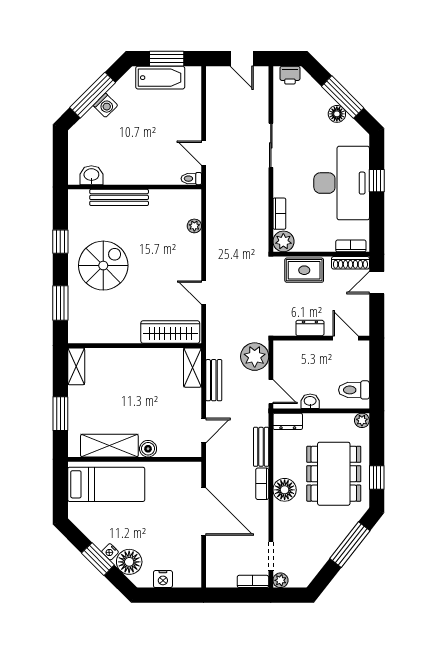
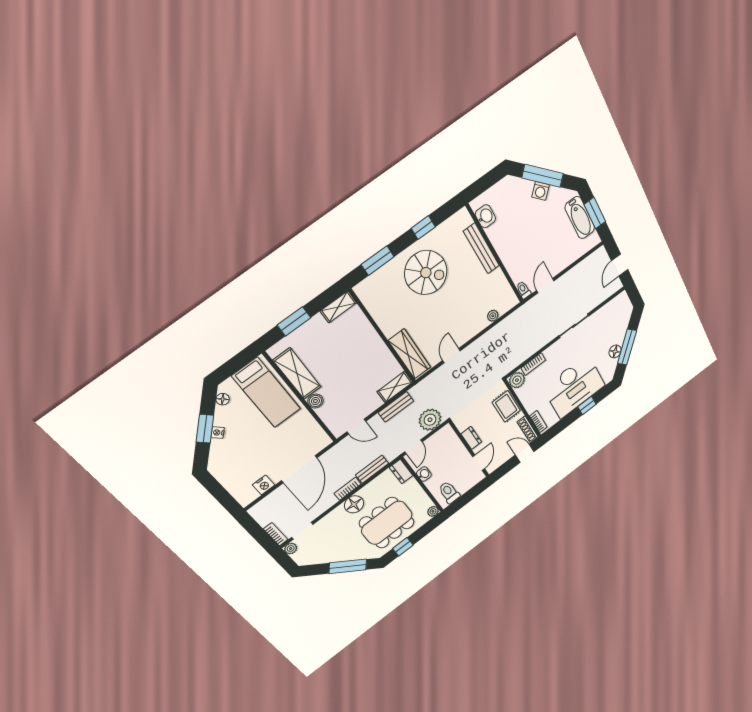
printer: (290, 75) -> (624, 304), removed
floor lamp: (129, 562) -> (223, 399), moved, width x0.53, depth x0.53
nightstand: (163, 579) -> (264, 485), moved, turned -90

